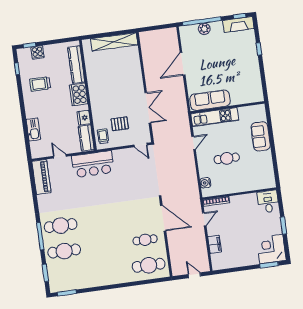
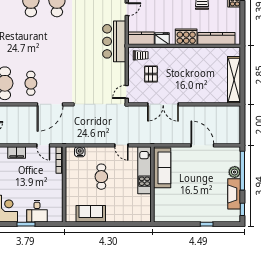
fireplace: (238, 25) -> (234, 194), moved
sofa: (261, 136) -> (91, 214), moved
desk: (268, 202) -> (37, 211), moved, turned 90

